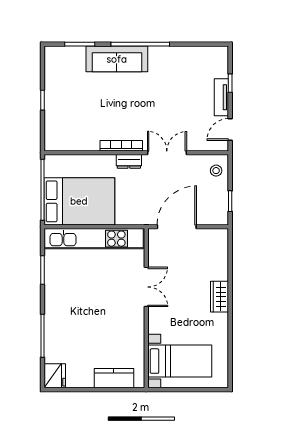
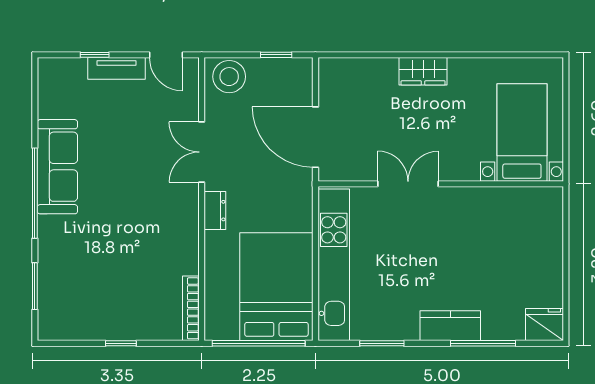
sofa: (117, 59) -> (57, 167), moved
bookcase: (121, 146) -> (191, 308), moved
stool: (216, 171) -> (229, 77), width x1.89, depth x1.89
kitchen counter: (114, 378) -> (450, 326), moved, turned 90

